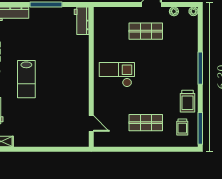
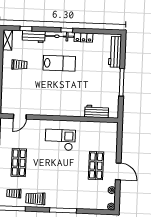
workbench: (82, 21) -> (97, 111), moved
checkout: (117, 75) -> (60, 140), turned -90
lab bench: (26, 79) -> (59, 63), turned 180
trolley: (30, 126) -> (19, 65), added

